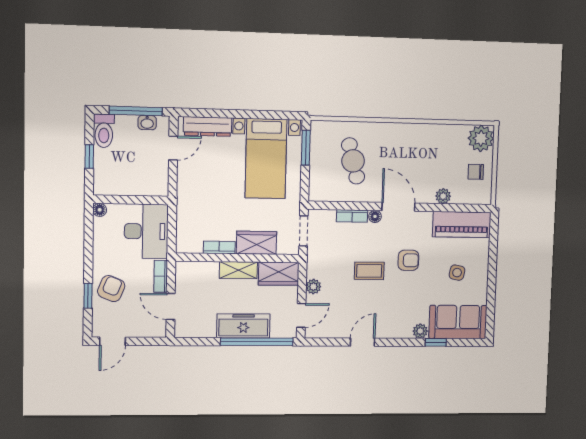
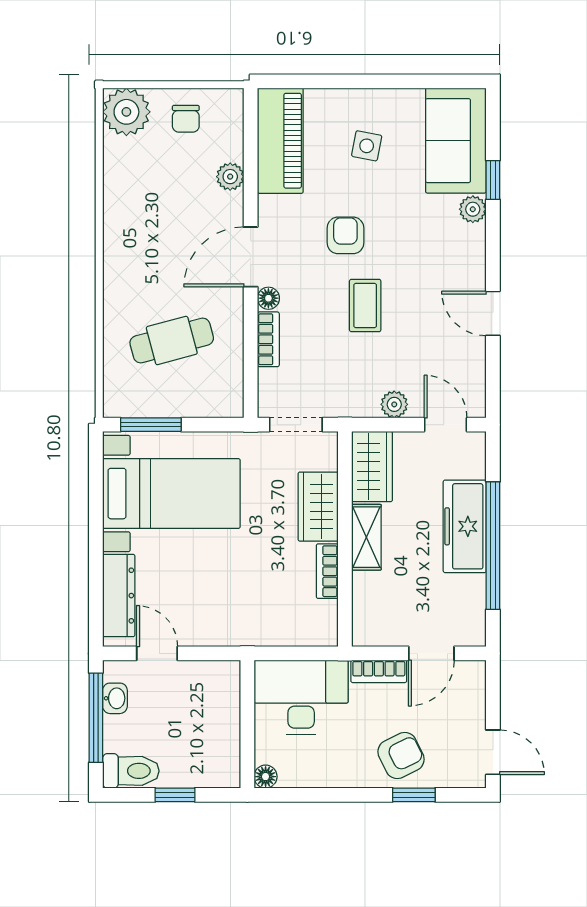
armchair: (111, 289) -> (401, 755), turned 132
window: (257, 342) -> (493, 546), moved

